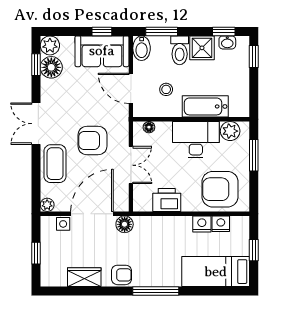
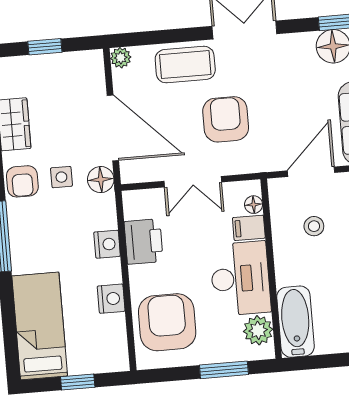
bathtub: (205, 106) -> (296, 322), moved
filing cabinet: (164, 131) -> (249, 228), added
side table: (63, 224) -> (61, 177), moved
nightstand: (221, 224) -> (107, 244), moved

